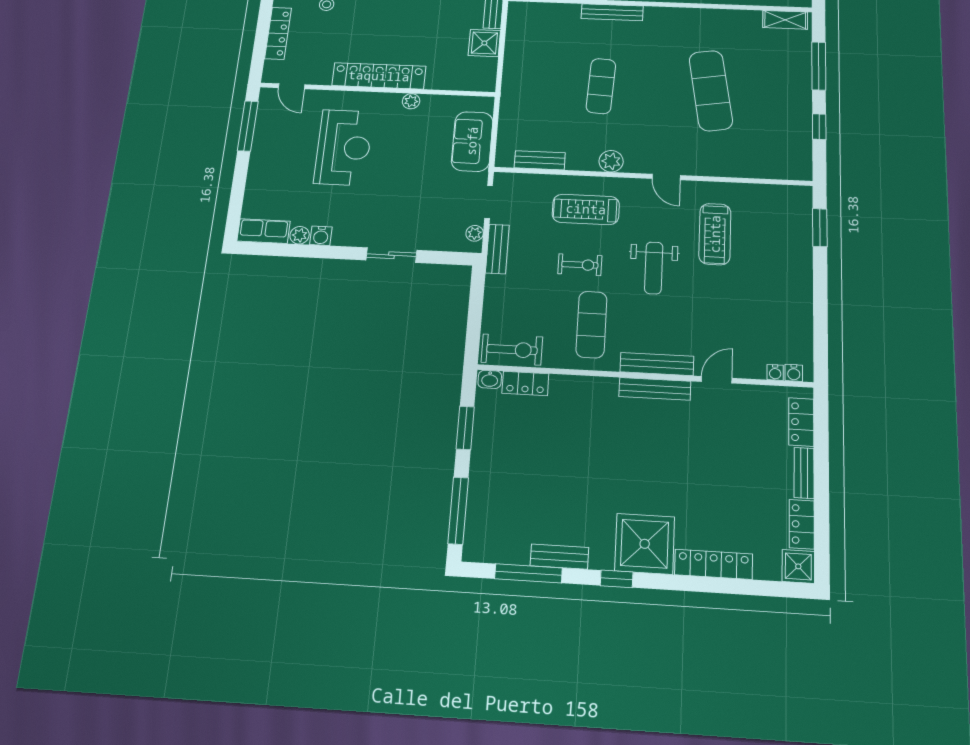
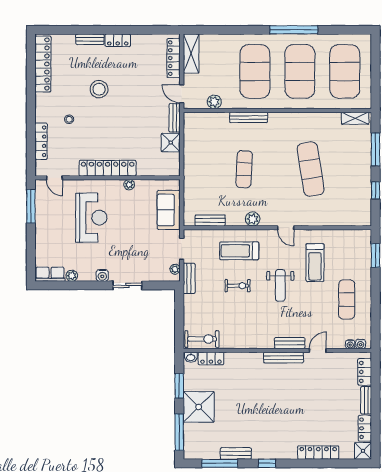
water cooler: (321, 236) -> (102, 275), moved
exercise mat: (591, 325) -> (347, 299), moved
bench: (657, 364) -> (290, 343), width x0.73
shower: (645, 544) -> (199, 407), moved

